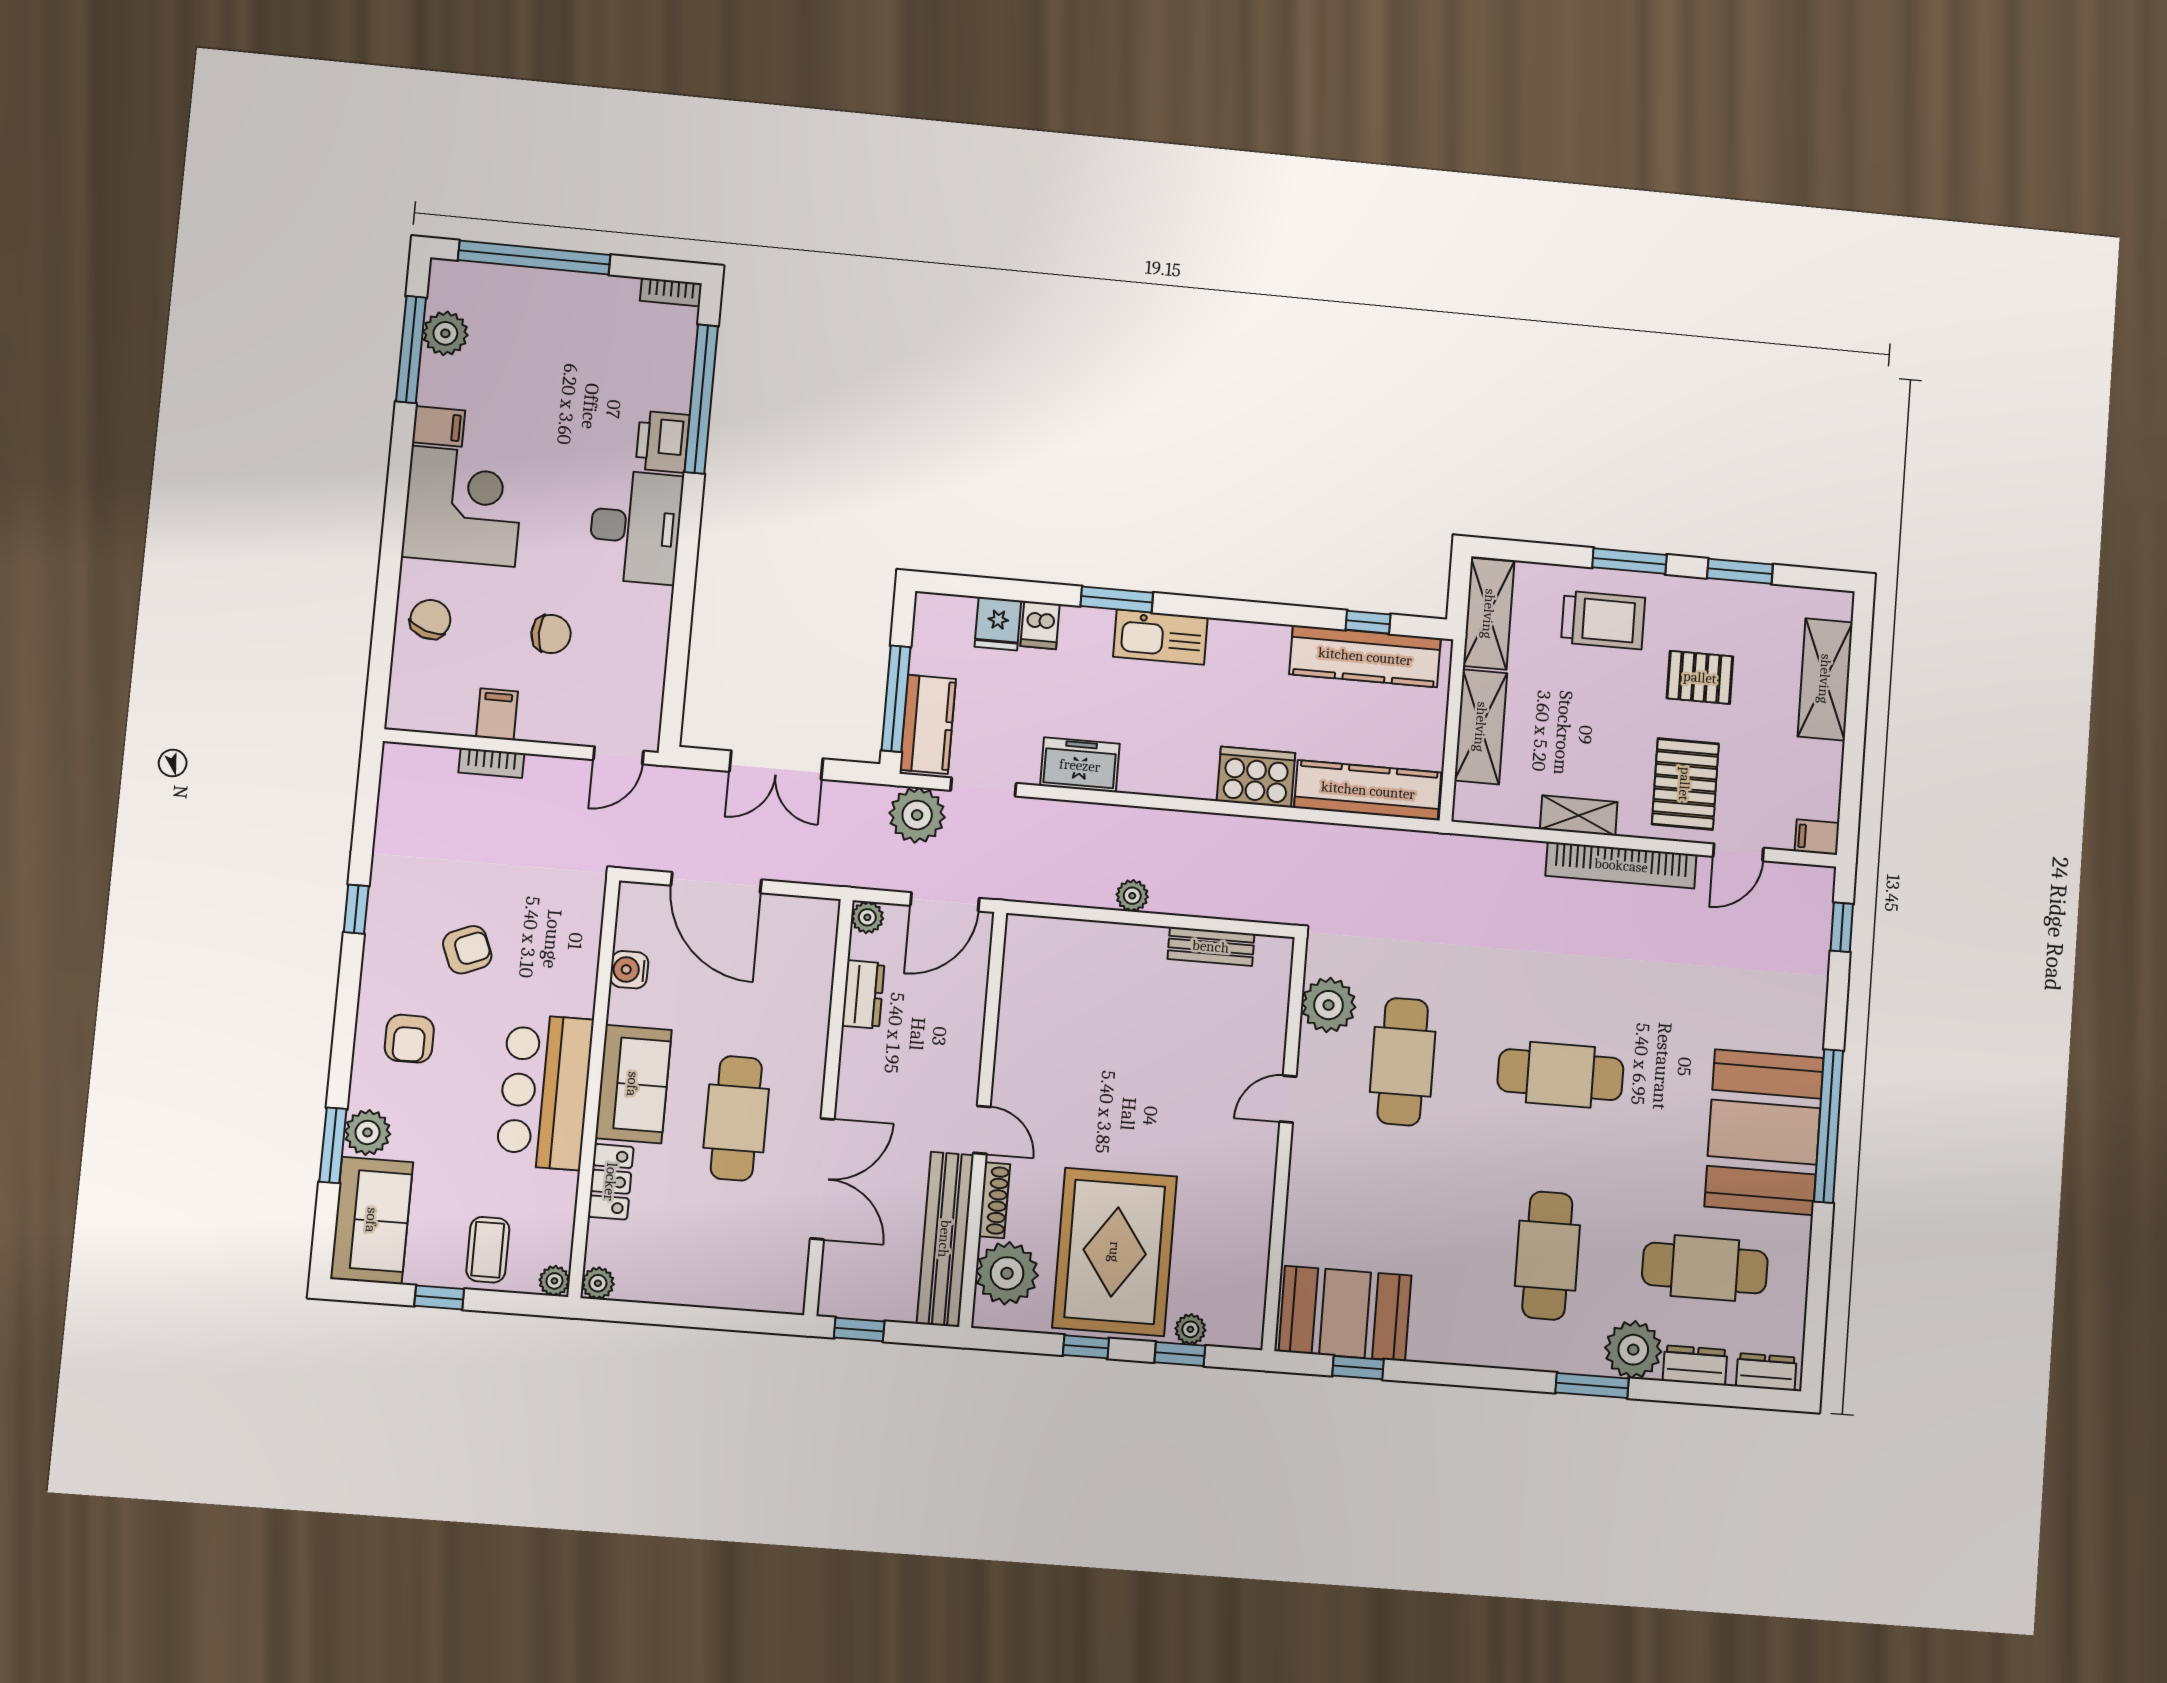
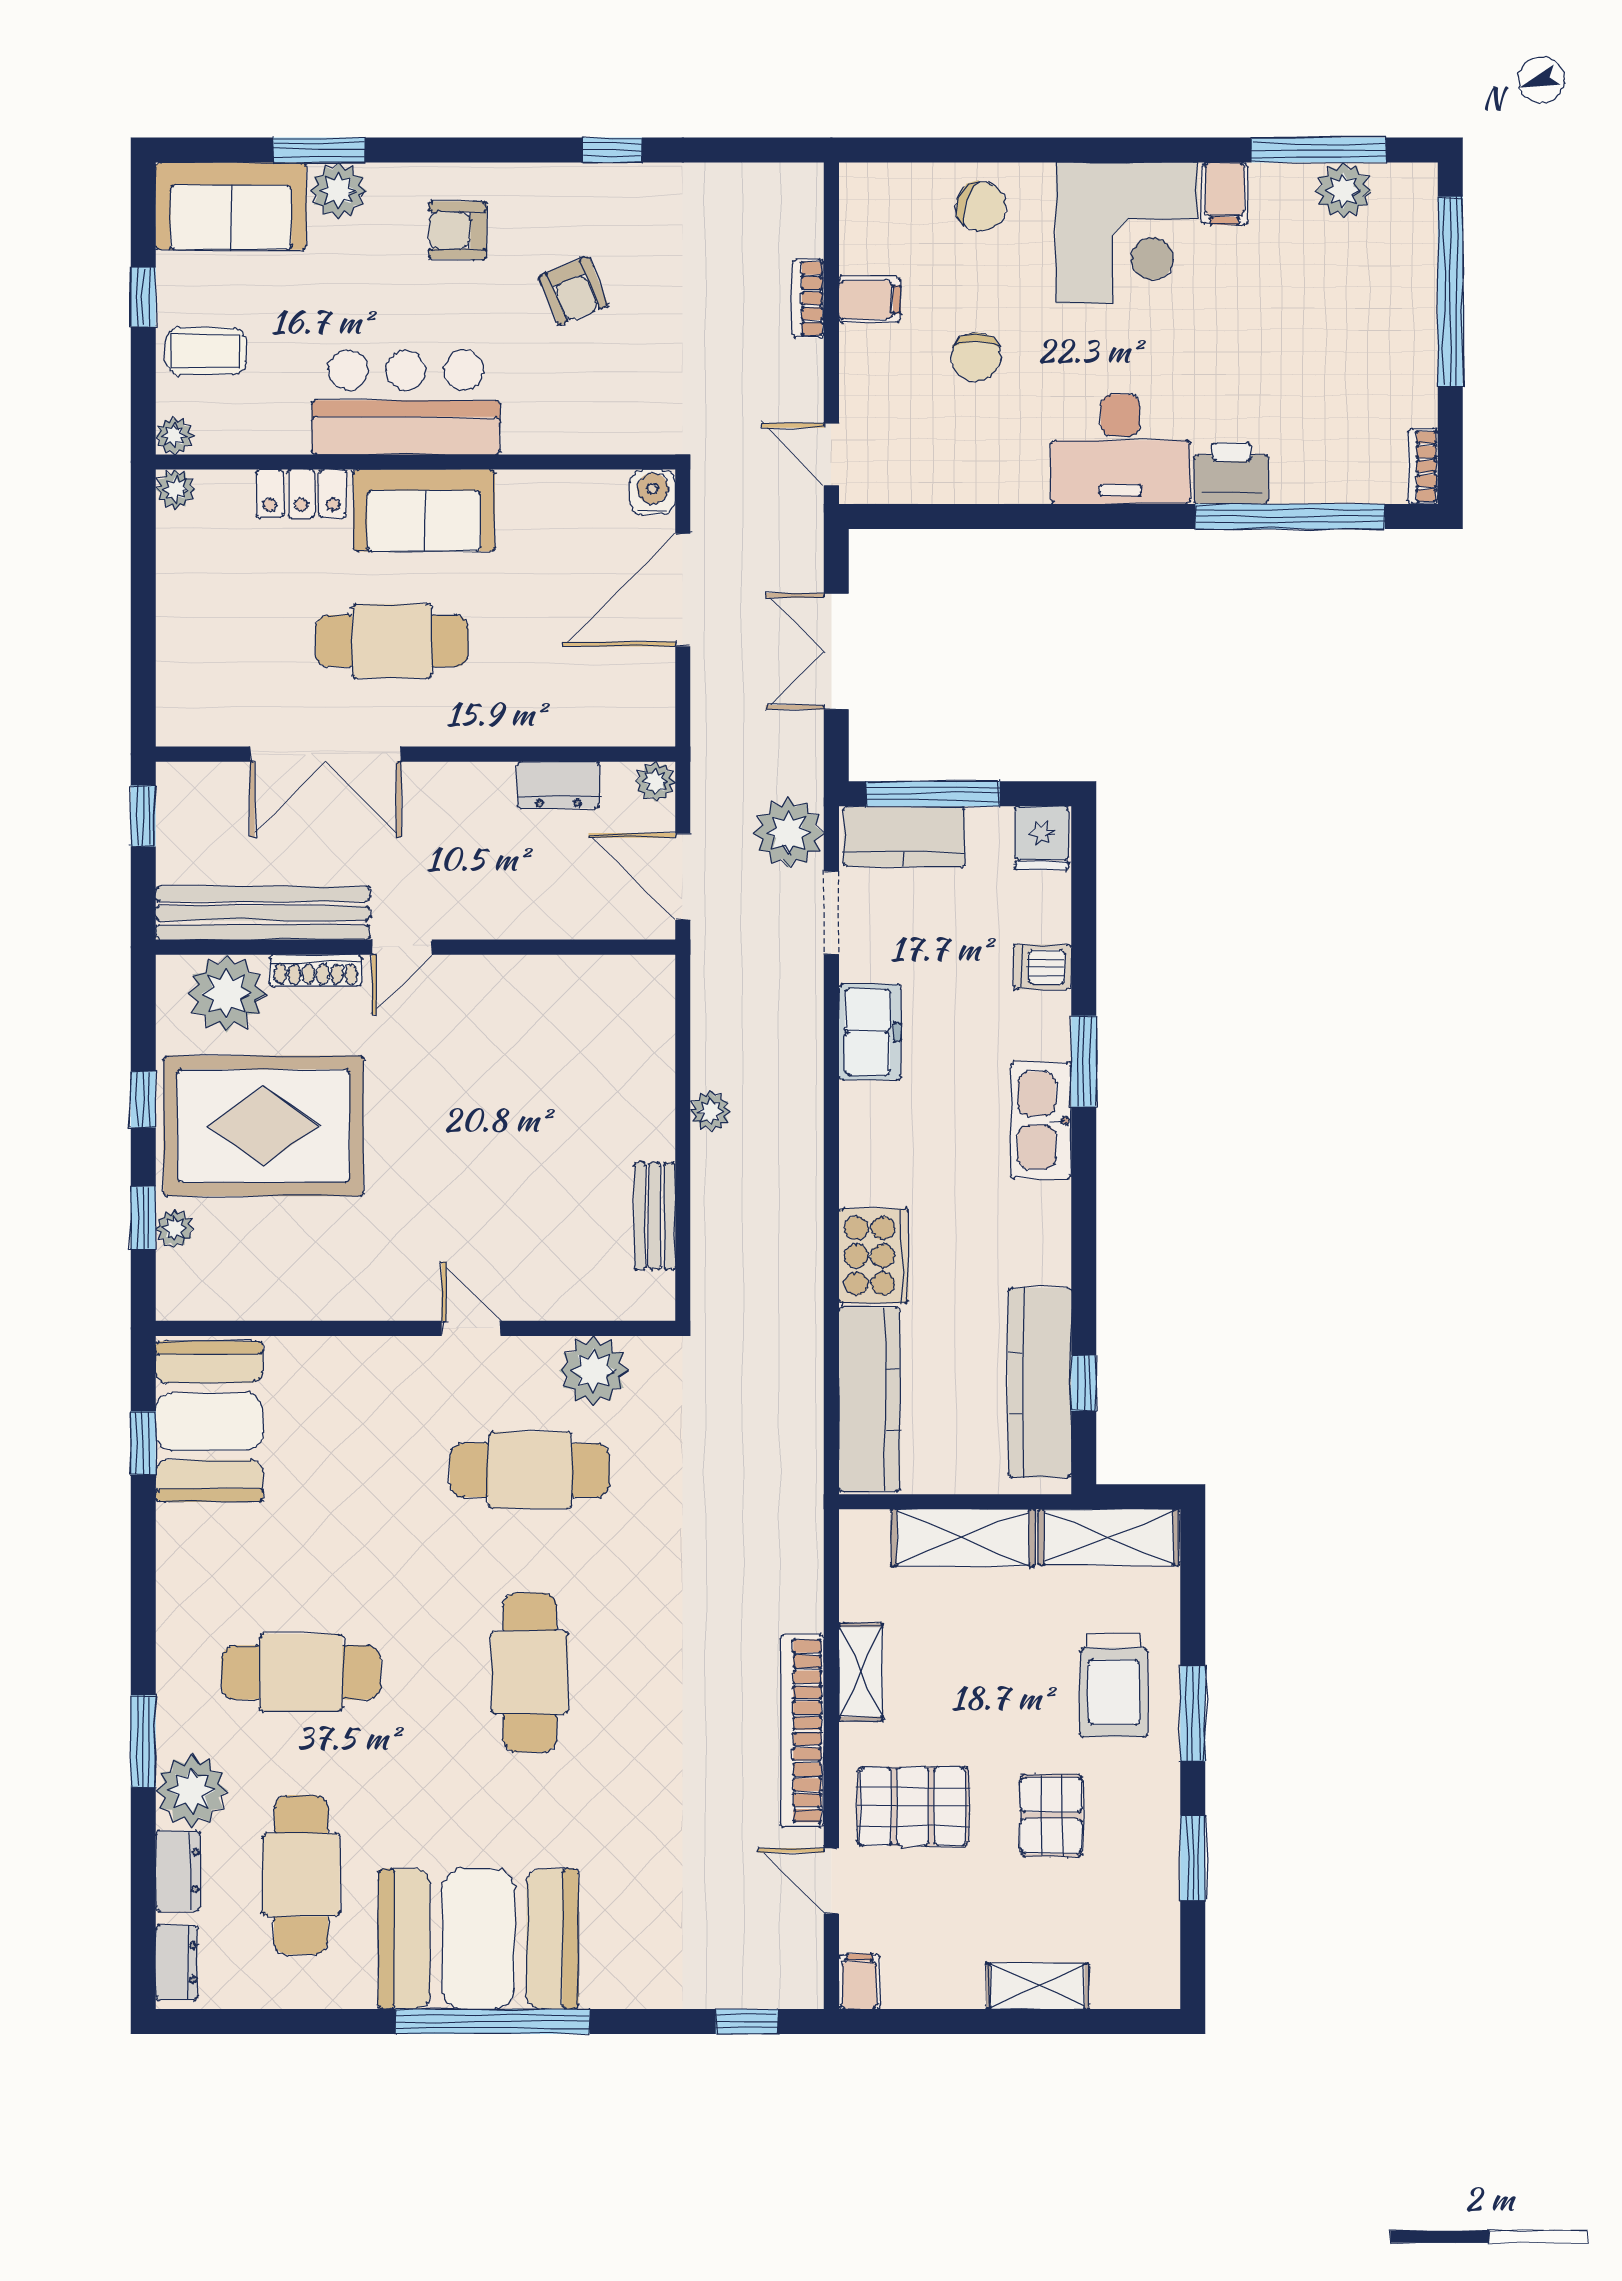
fridge: (998, 624) -> (1042, 838), moved, turned -90
shelving: (1825, 679) -> (1038, 1986), width x0.67, depth x0.75
water cooler: (629, 970) -> (653, 492), moved

